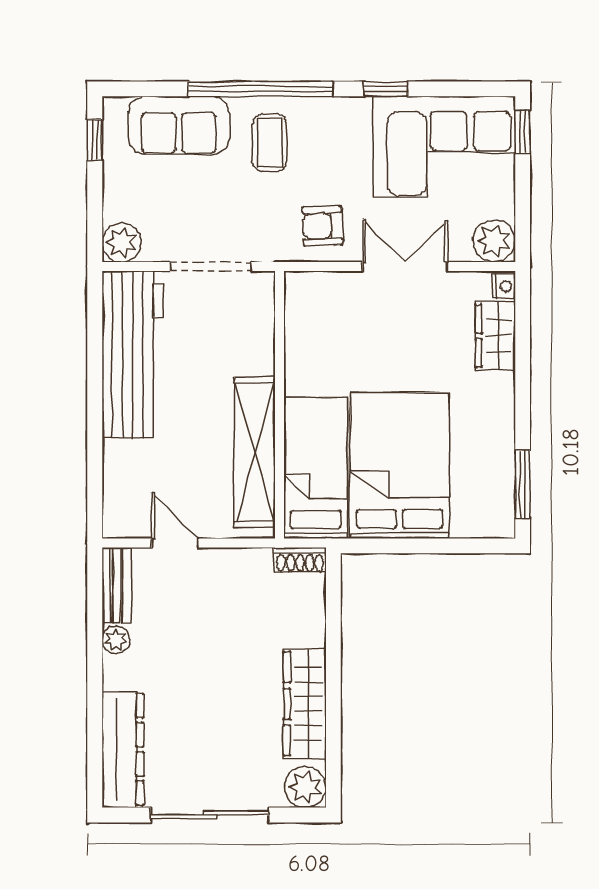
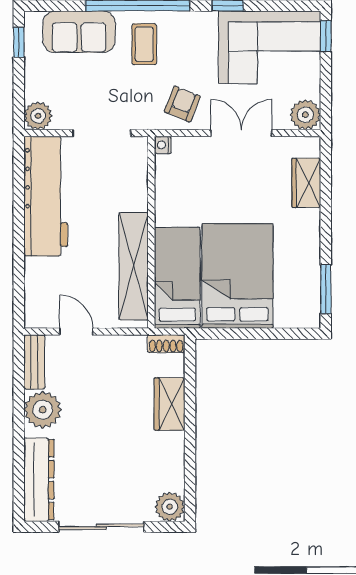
armchair: (323, 226) -> (182, 104), turned 114
nightstand: (504, 286) -> (163, 145), moved, turned 180
plant: (116, 640) -> (43, 410), width x1.88, depth x1.88
wardrobe: (305, 704) -> (169, 404), moved, width x0.67

